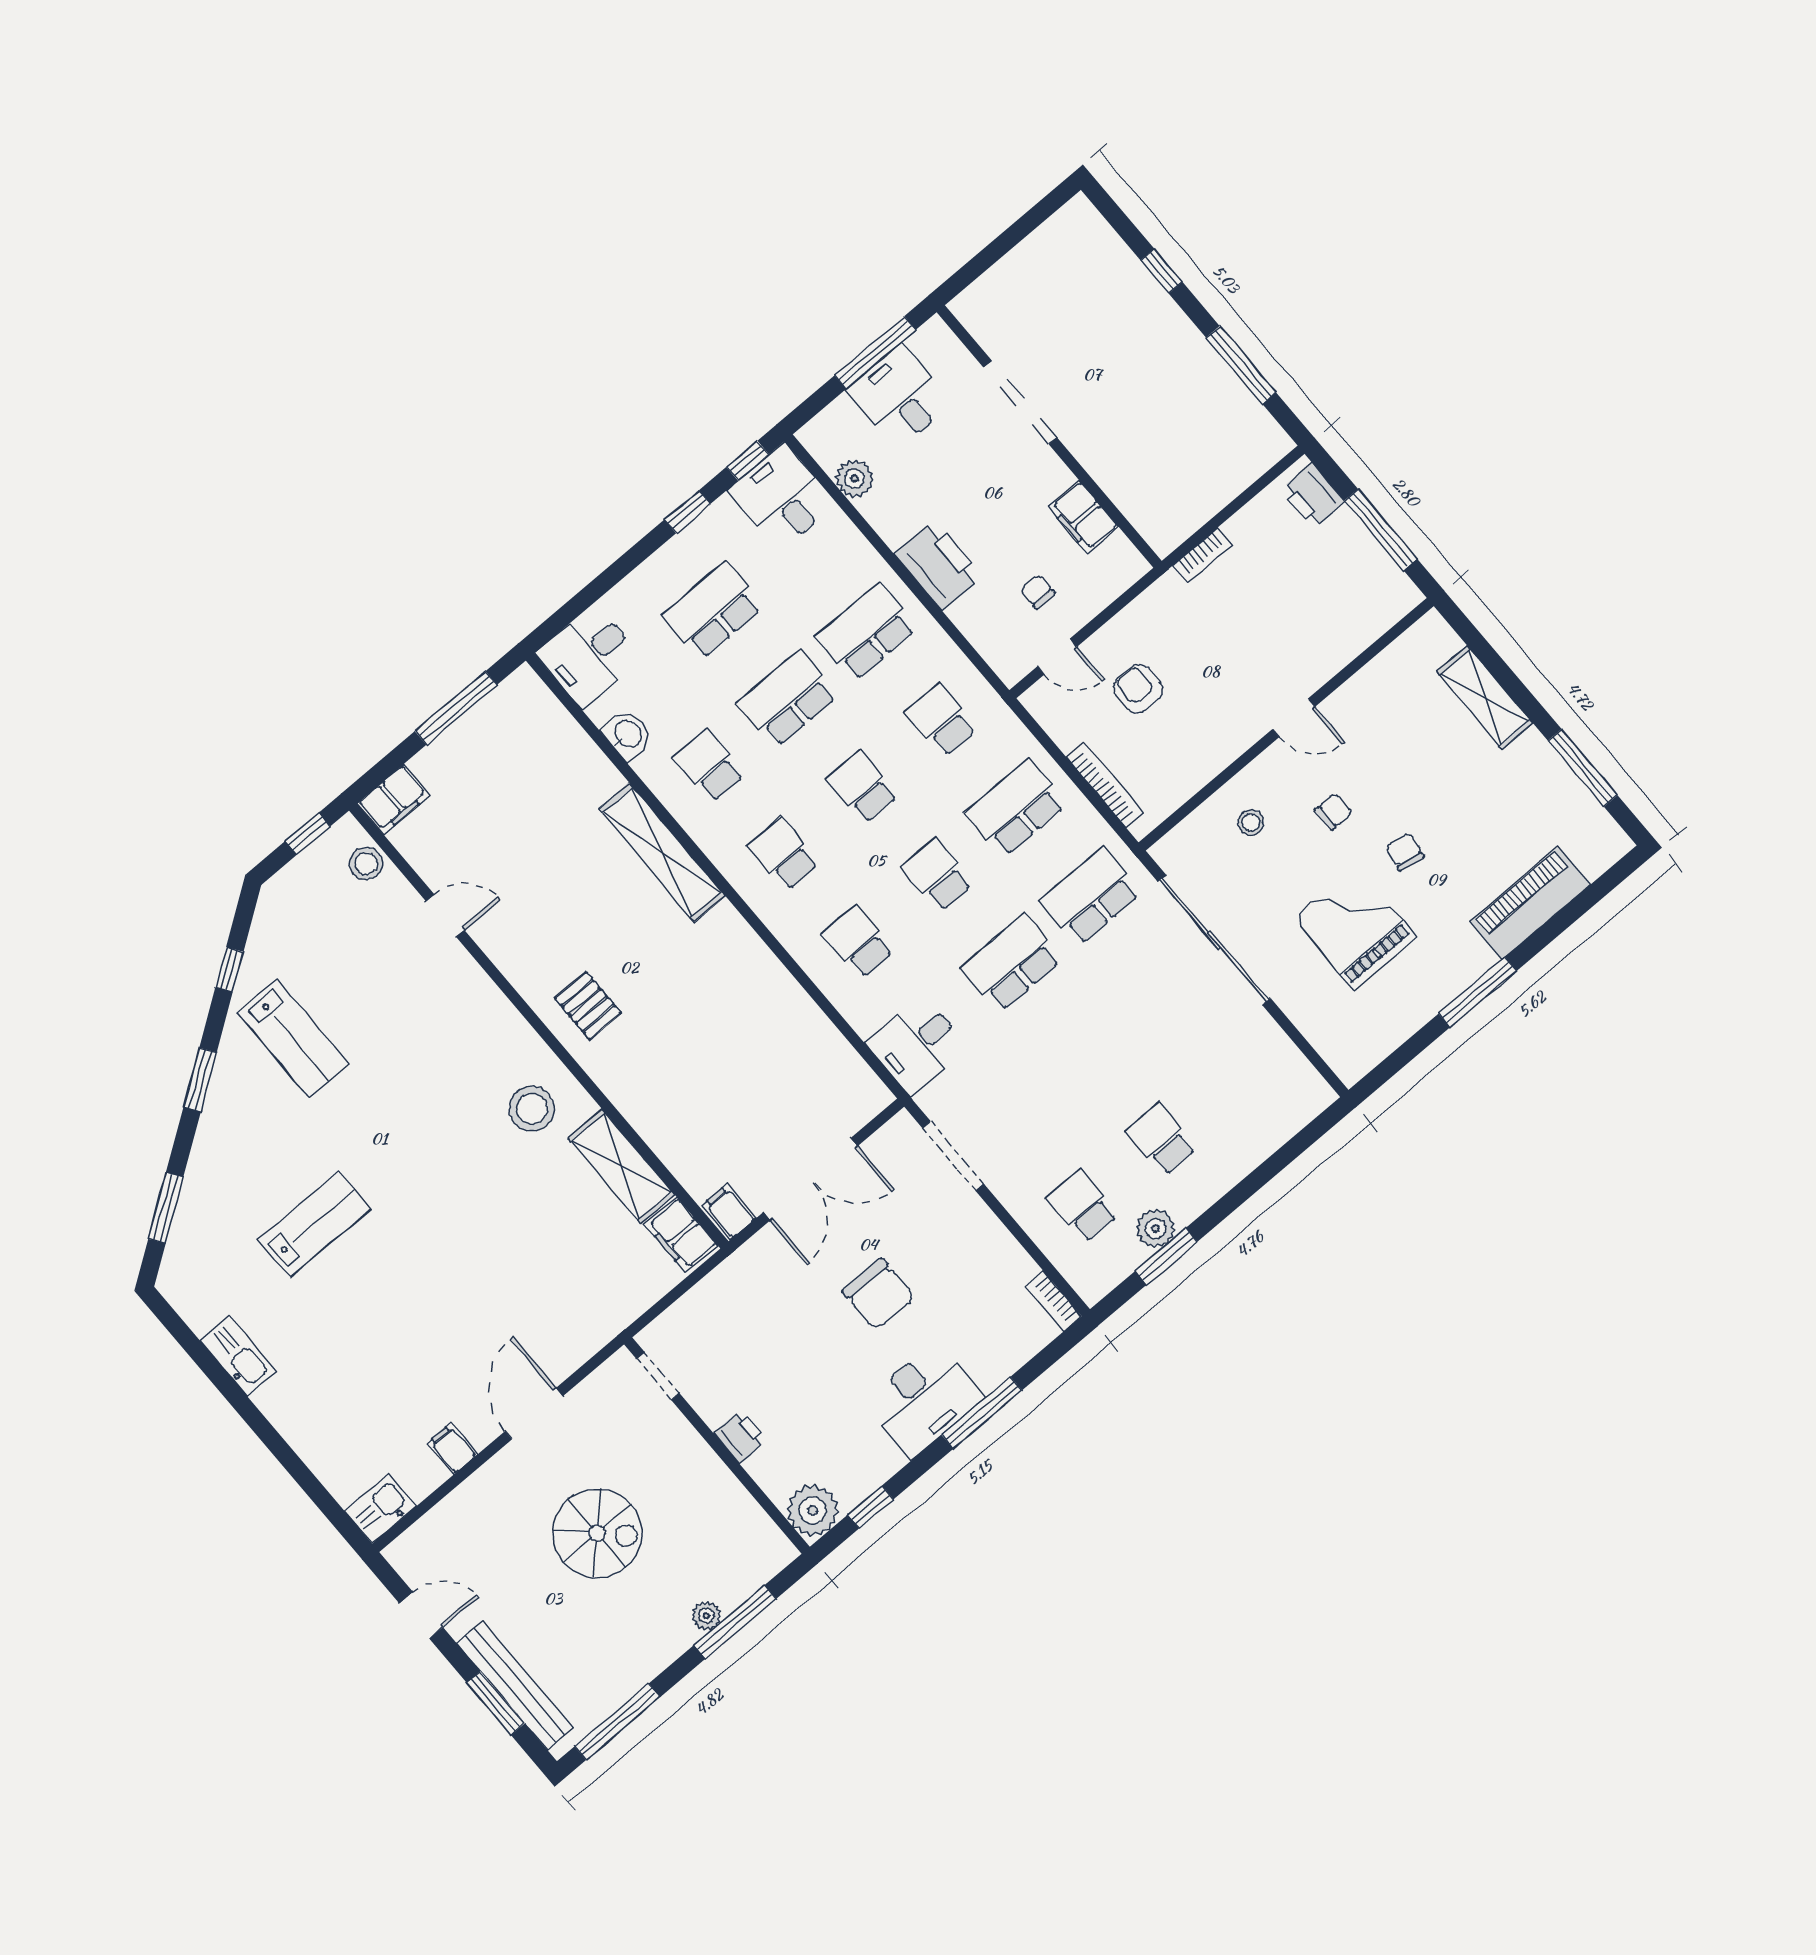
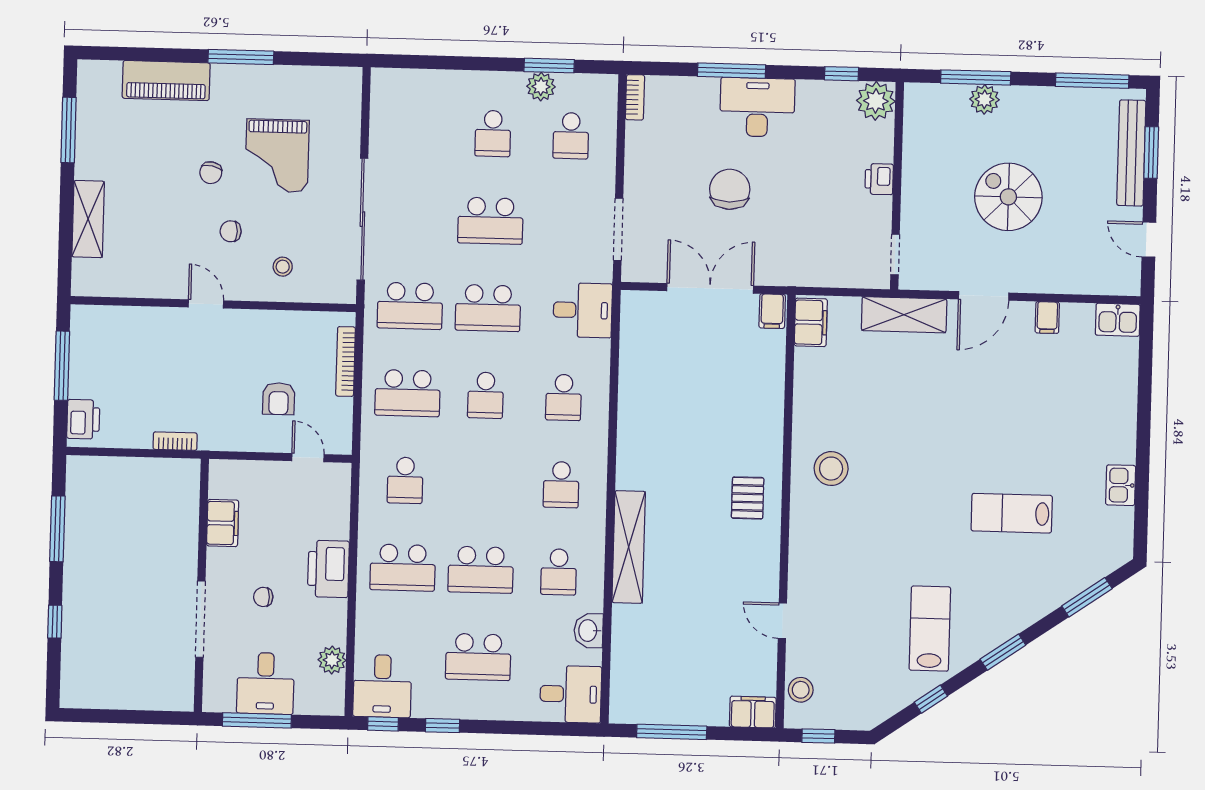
chair: (1038, 592) -> (263, 597), moved, turned 90
school desk: (862, 787) -> (490, 221), moved, width x1.85
shelving: (622, 1166) -> (904, 315), moved, turned 90
kitchen sink: (238, 1356) -> (1121, 485), width x0.73
plant: (706, 1616) -> (985, 99), width x1.38, depth x1.38

